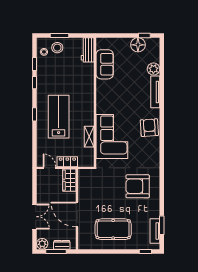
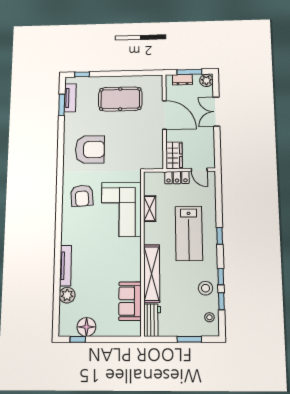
stool: (57, 48) -> (205, 288), moved
shelving: (88, 85) -> (152, 274), added
armchair: (149, 128) -> (82, 196), moved

